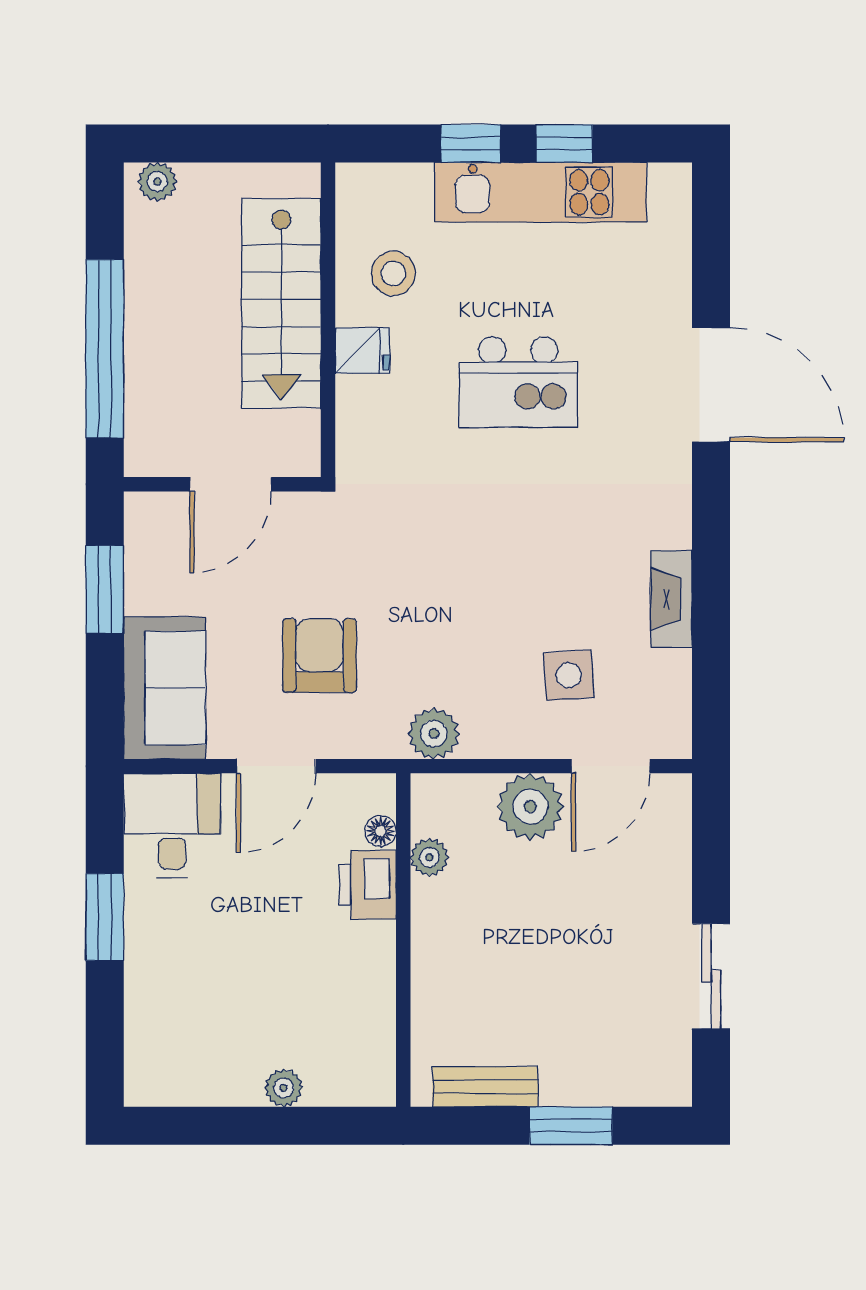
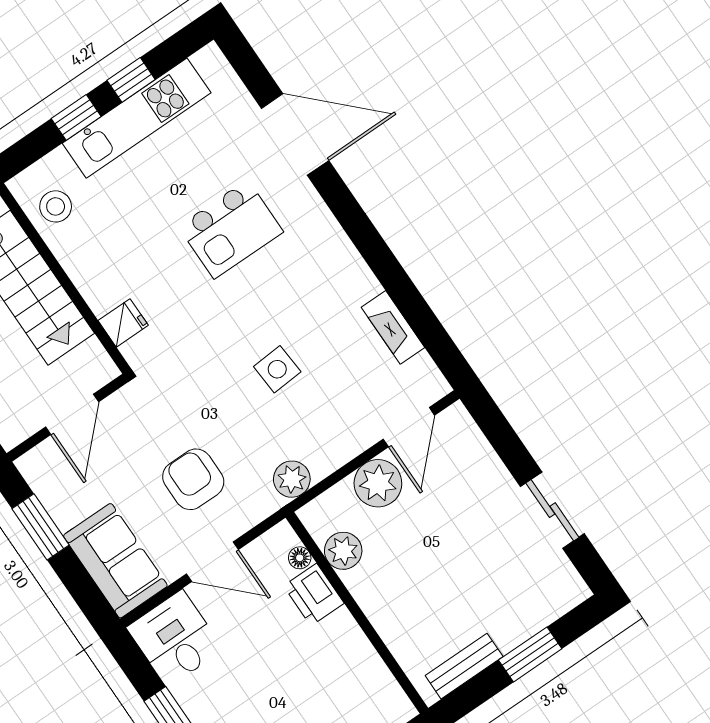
stool: (393, 273) -> (56, 206), moved
fridge: (362, 351) -> (123, 323), moved
kitchen island: (518, 382) -> (231, 229), moved
door: (711, 385) -> (295, 134), moved
fireplace: (671, 599) -> (393, 327), moved
side table: (569, 675) -> (277, 369), moved
door: (276, 766) -> (212, 562), hinge flipped
plant: (429, 857) -> (343, 551), width x1.38, depth x1.38

